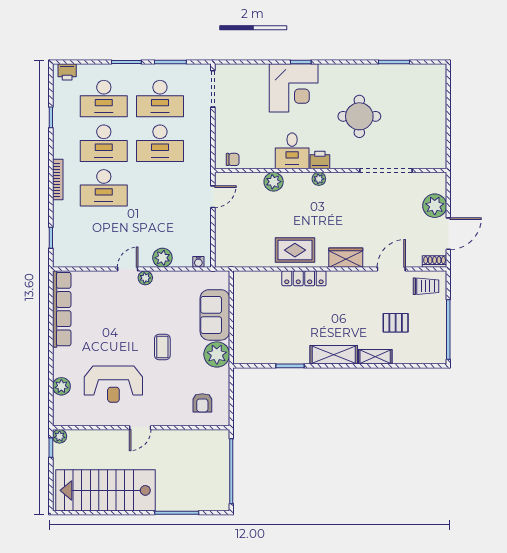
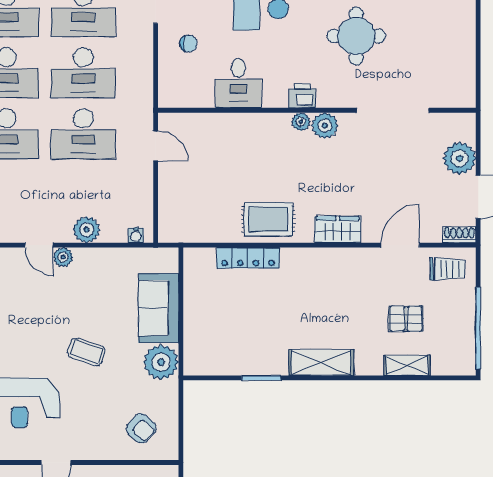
desk: (292, 151) -> (238, 83), moved
chair: (233, 159) -> (188, 44), moved
plant: (274, 182) -> (325, 126), moved
desk: (160, 188) -> (83, 134), added
door: (213, 197) -> (156, 146), hinge flipped
door: (128, 269) -> (39, 245), swing flipped
locker: (304, 278) -> (248, 258), moved
coffee table: (162, 347) -> (86, 352), turned -72
shelving: (375, 357) -> (407, 365), moved
armchair: (202, 403) -> (141, 428), turned -47

